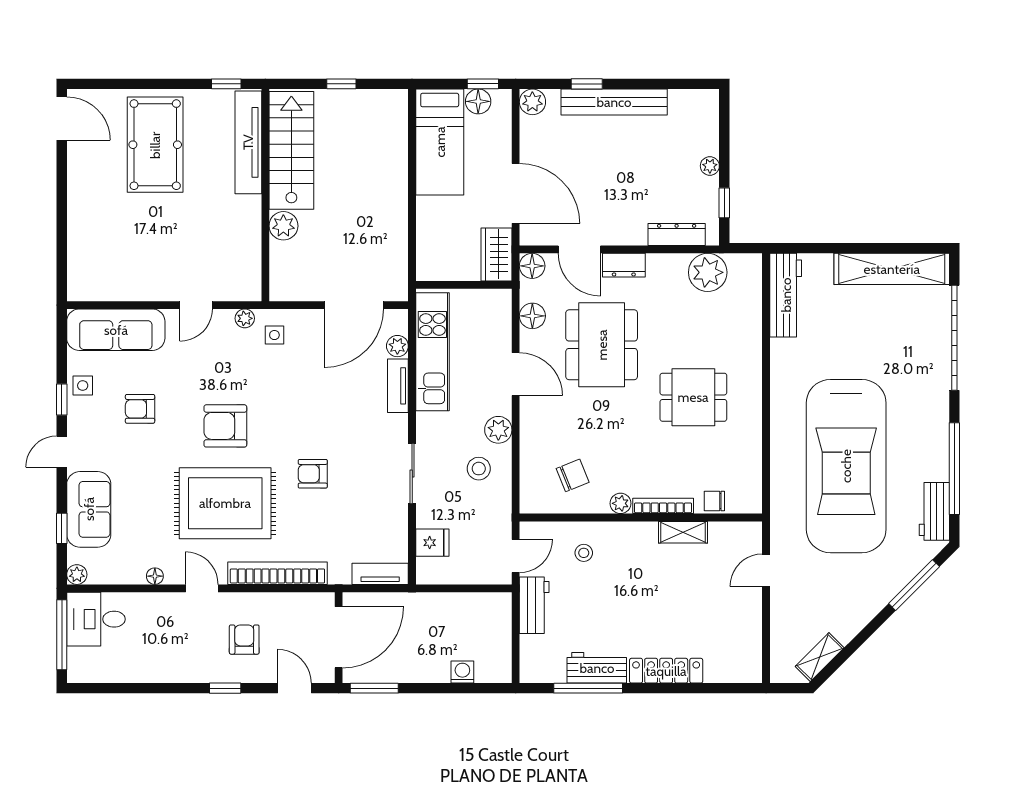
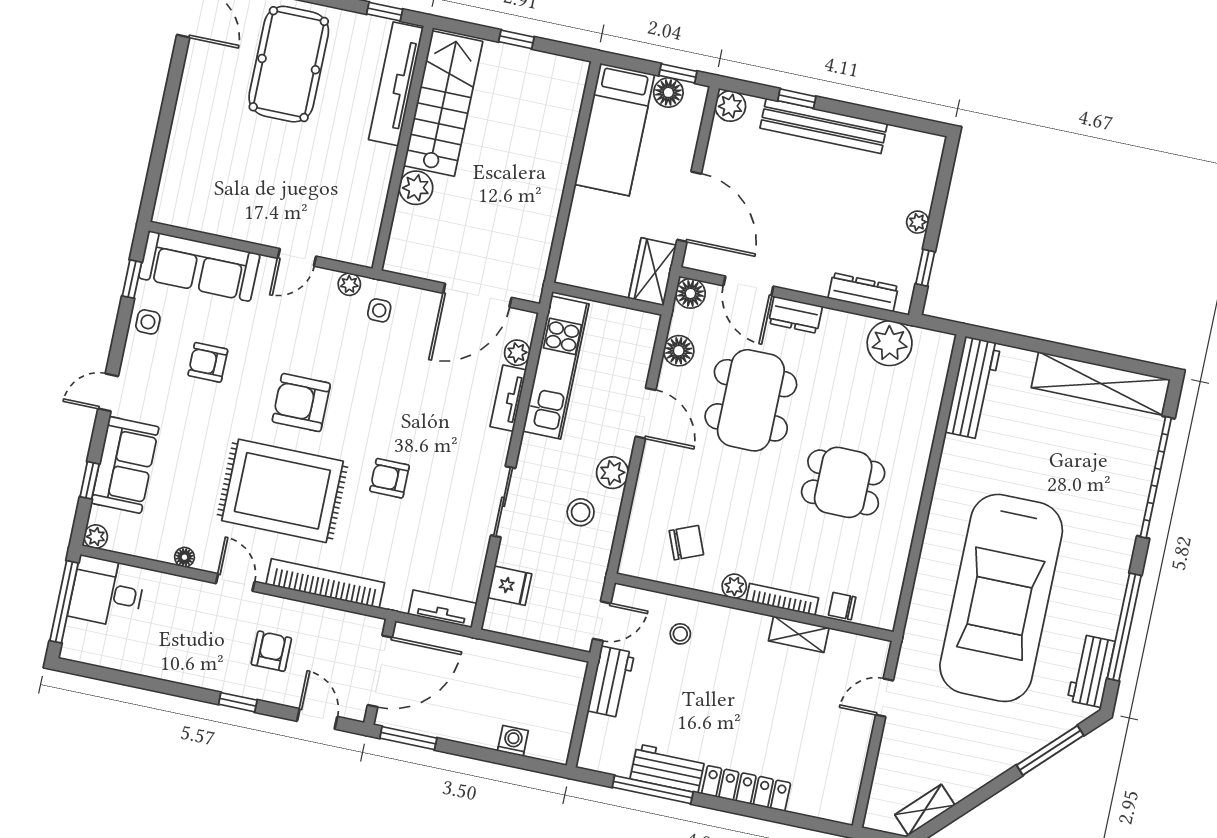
window: (62, 400) -> (132, 279), moved

